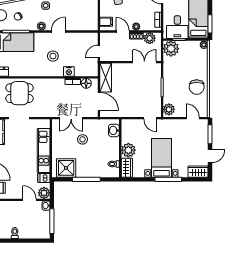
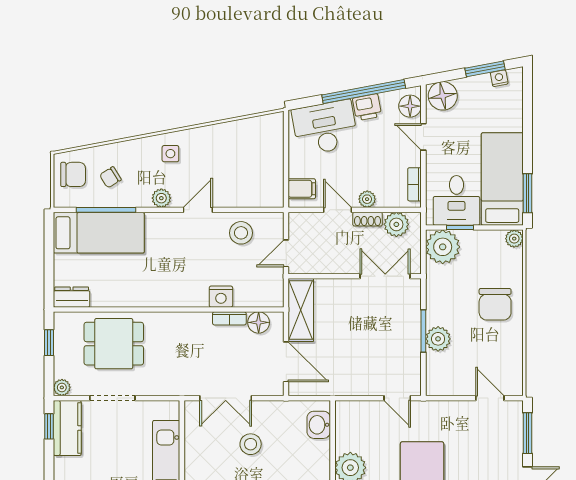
stool: (53, 56) -> (241, 233), moved
chair: (197, 87) -> (495, 304), moved
plant: (169, 109) -> (438, 339), moved

